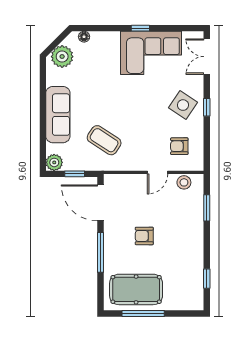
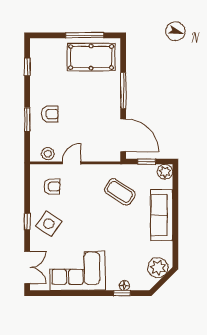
window: (140, 28) -> (122, 293), moved
floor lamp: (84, 37) -> (124, 285), moved
window: (207, 208) -> (27, 119), moved
armchair: (144, 236) -> (50, 114), moved

